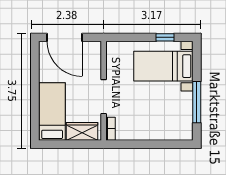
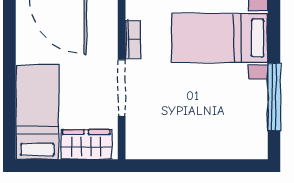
bookcase: (111, 129) -> (133, 39), moved

